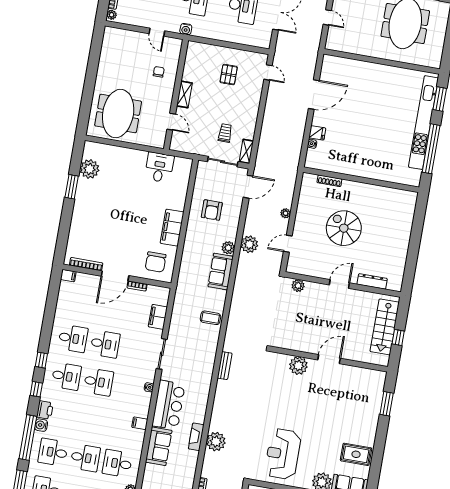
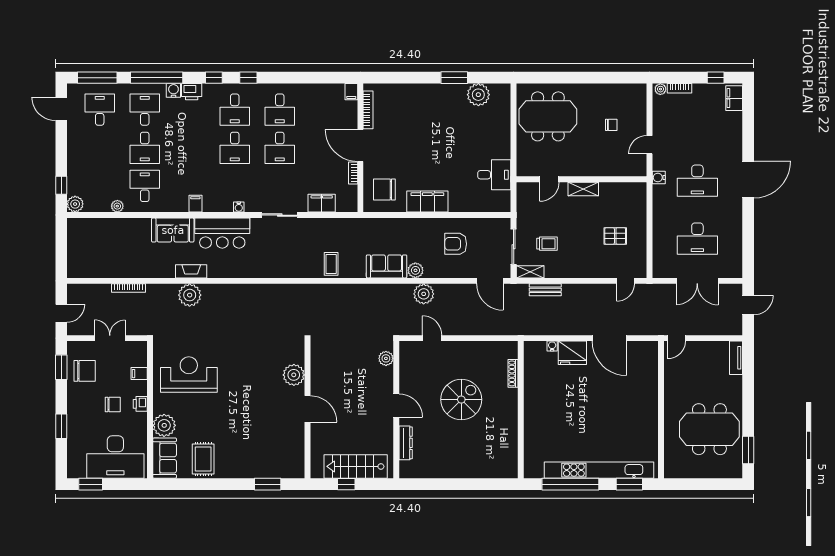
door: (327, 17) -> (677, 338), moved
chair: (159, 72) -> (611, 125), moved
fridge: (317, 133) -> (572, 353), width x1.88, depth x1.34
plant: (286, 213) -> (467, 329), removed
bench: (225, 366) -> (545, 290), moved

